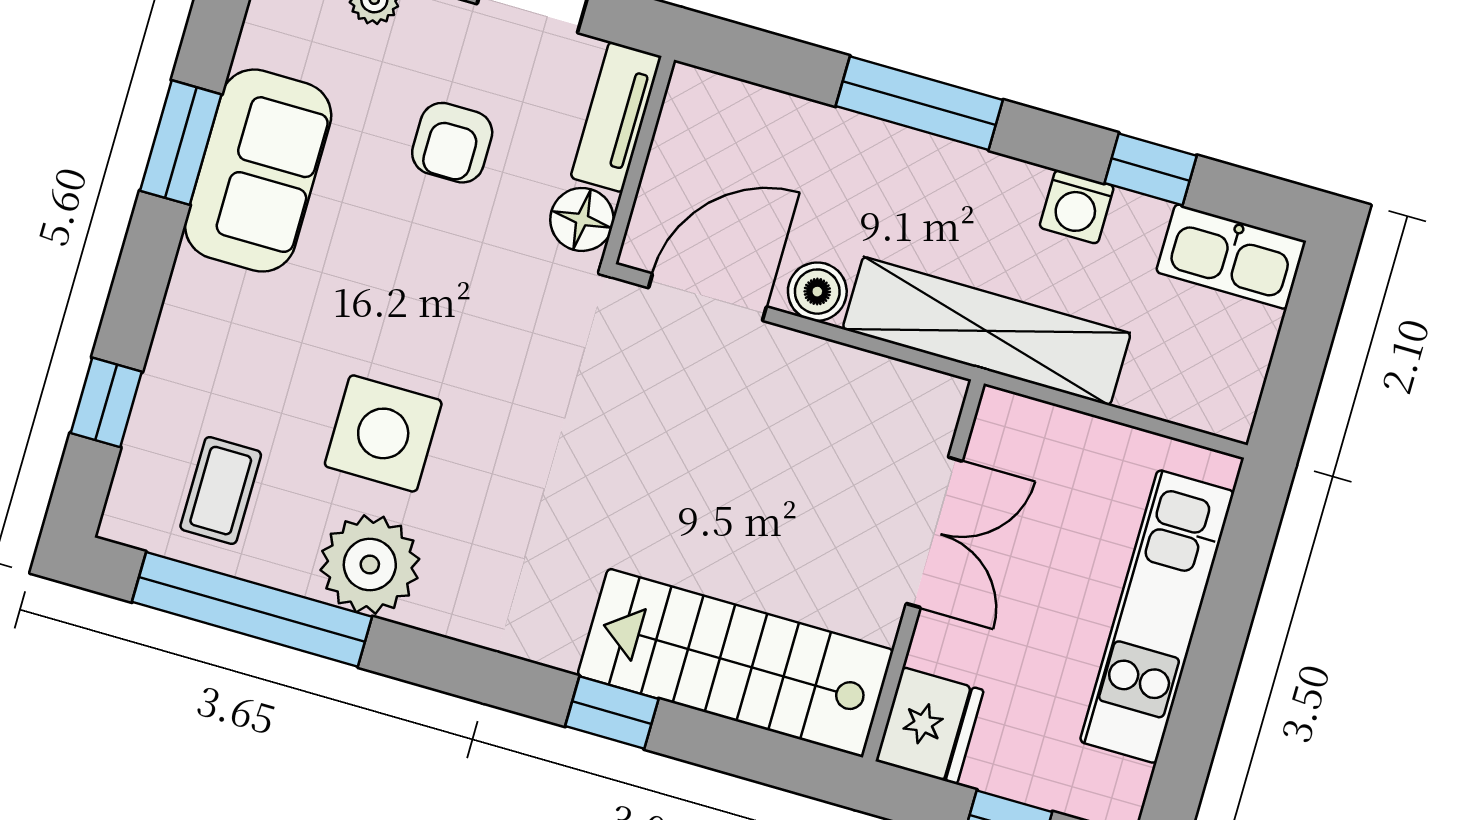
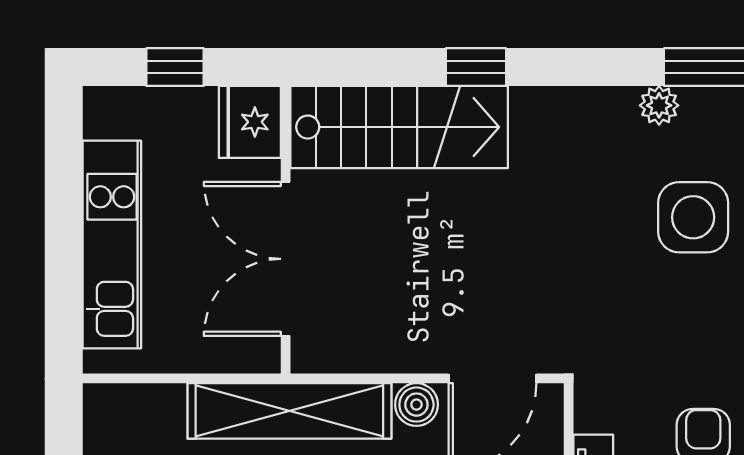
floor lamp: (582, 219) -> (596, 408), removed
double door: (934, 532) -> (286, 259), width x1.37
plant: (370, 565) -> (659, 105), width x0.53, depth x0.53

